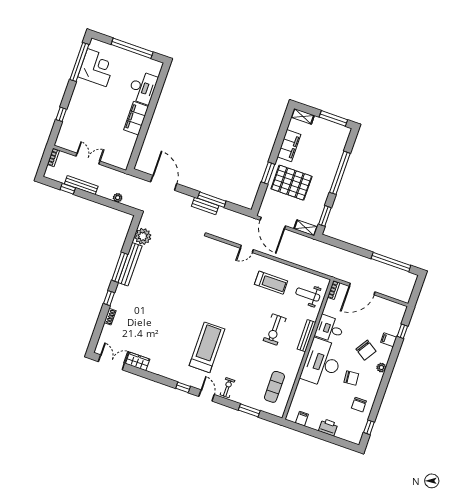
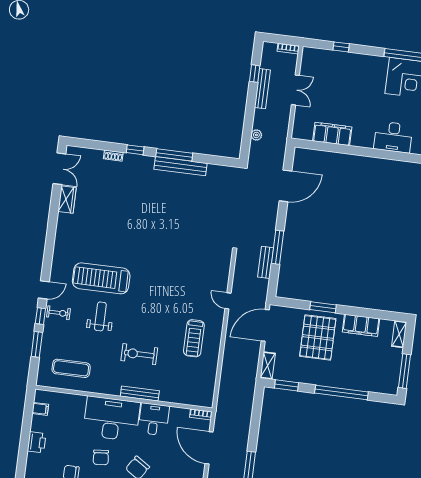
filing cabinet: (136, 118) -> (332, 134), moved
bench: (205, 206) -> (266, 262), moved
plant: (143, 236) -> (217, 174), removed
weight bench: (308, 295) -> (100, 316), moved
treadmill: (207, 347) -> (101, 278), turned 180
window: (183, 387) -> (40, 316), moved

